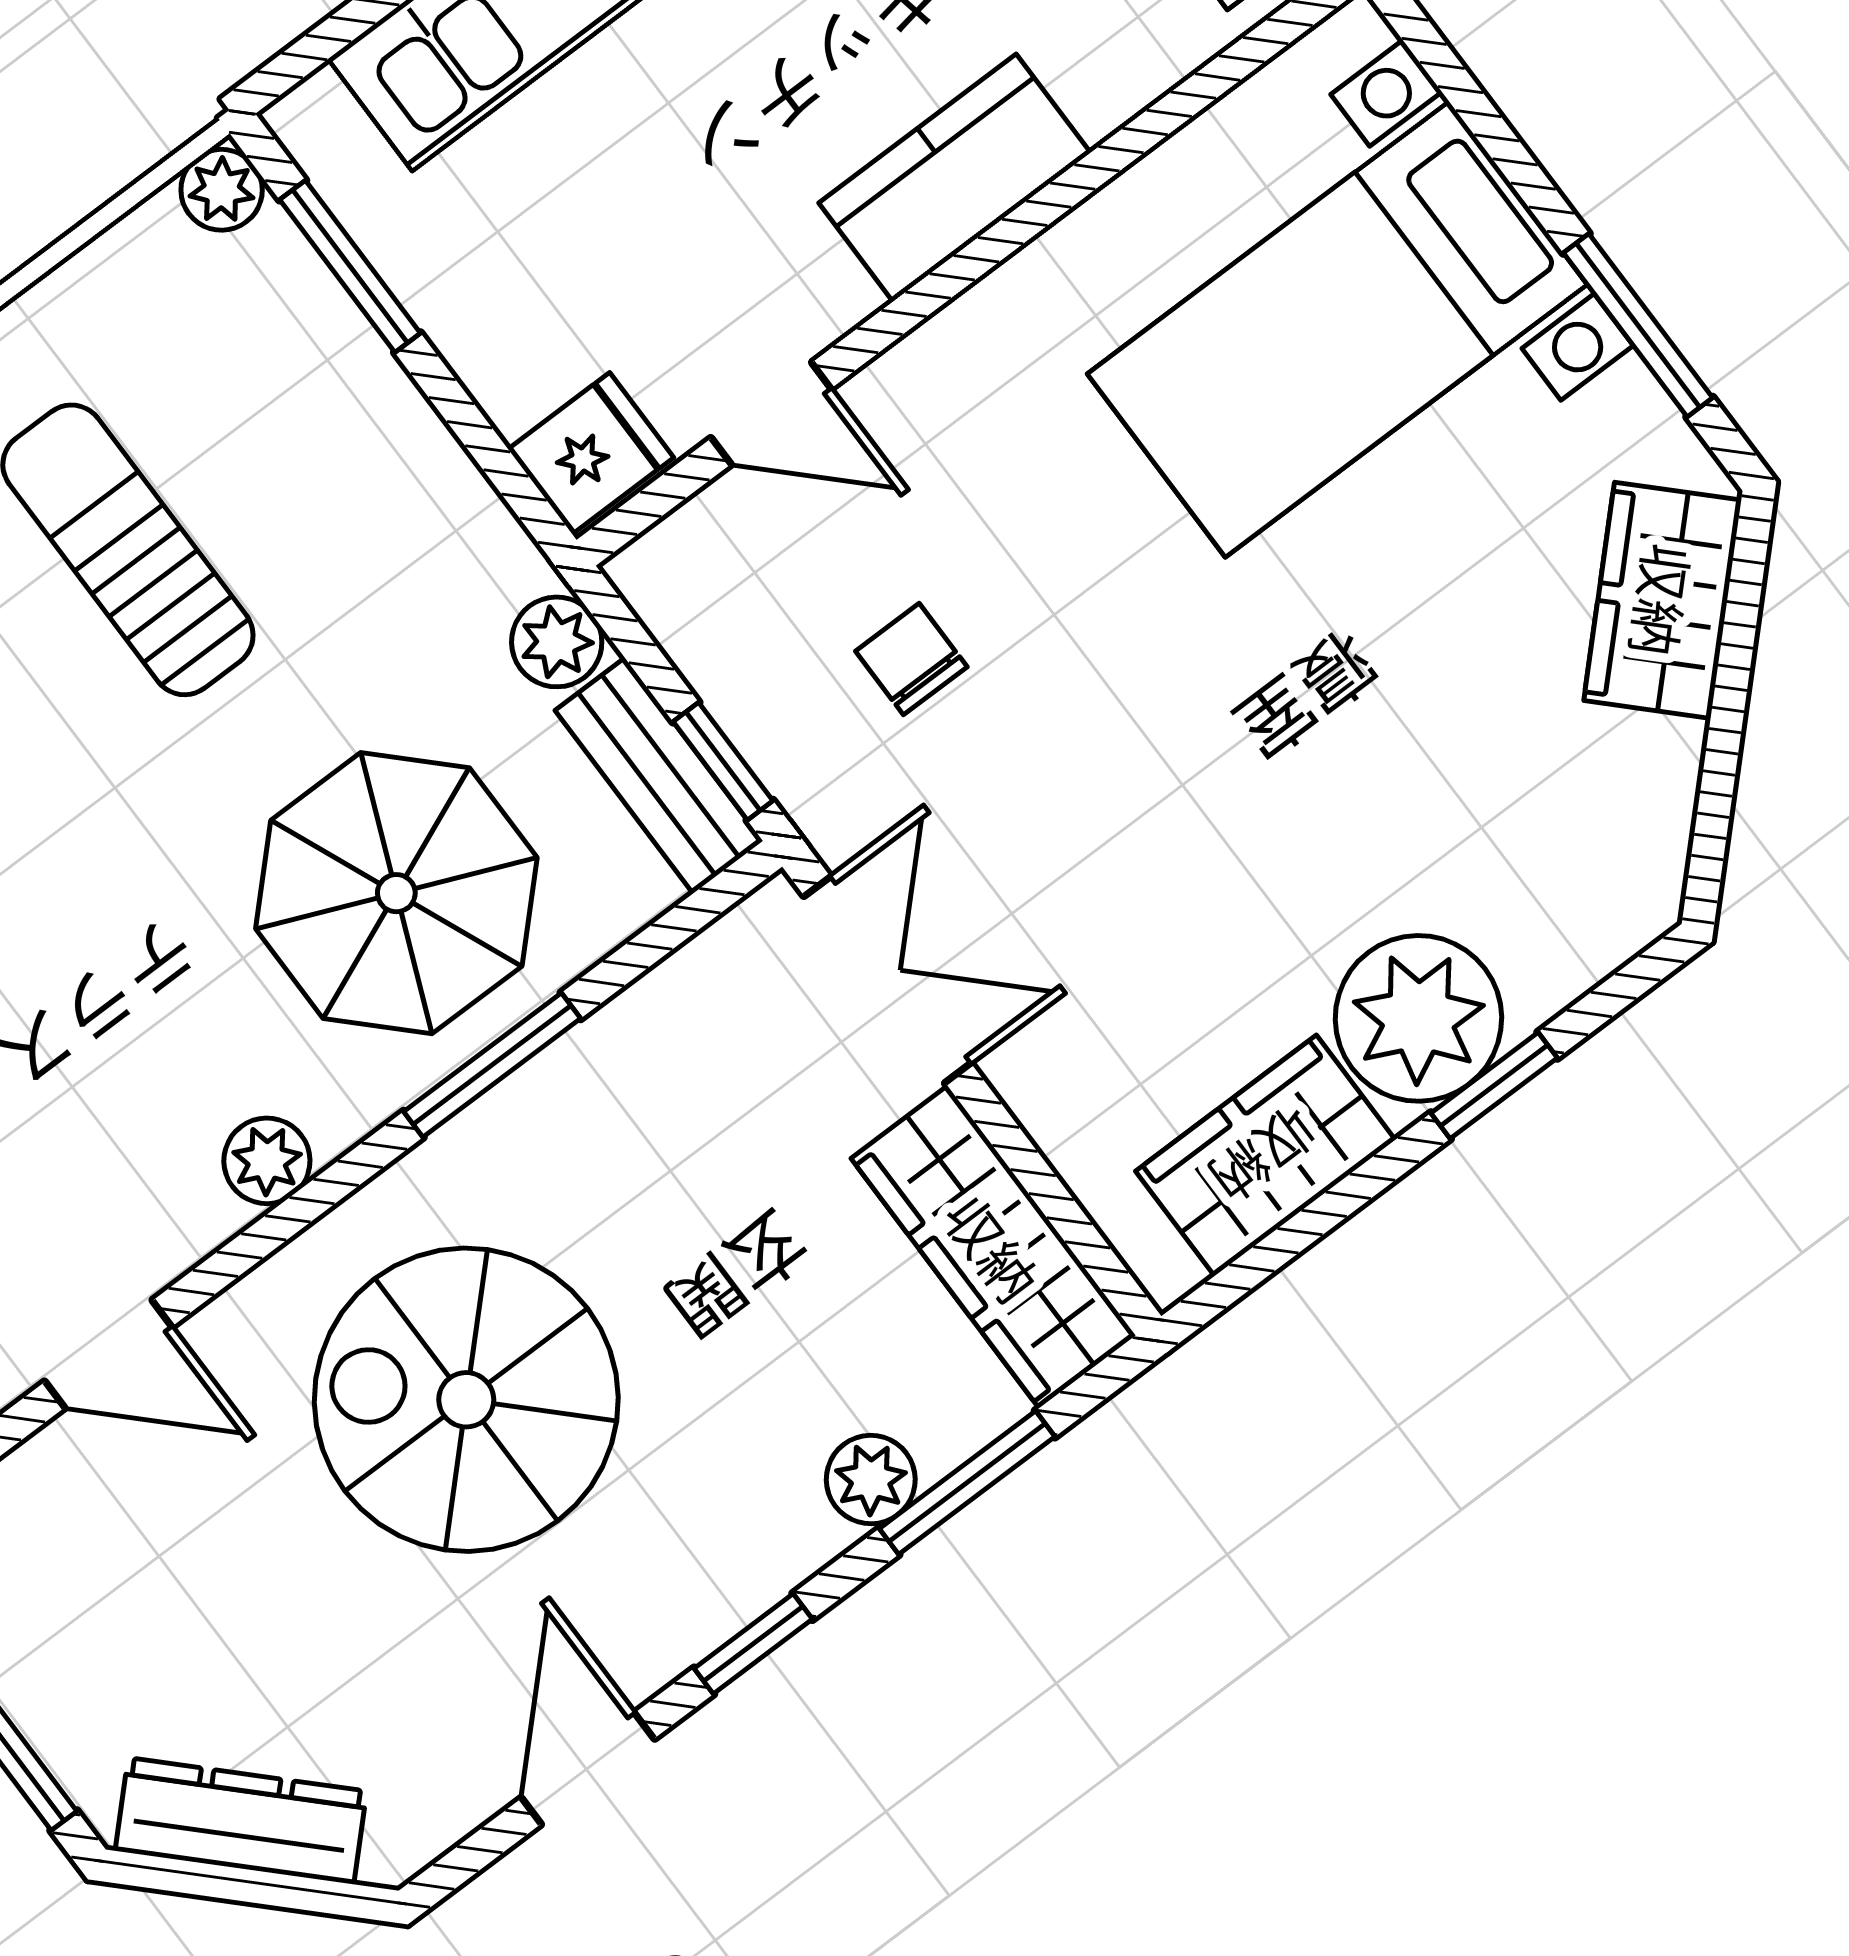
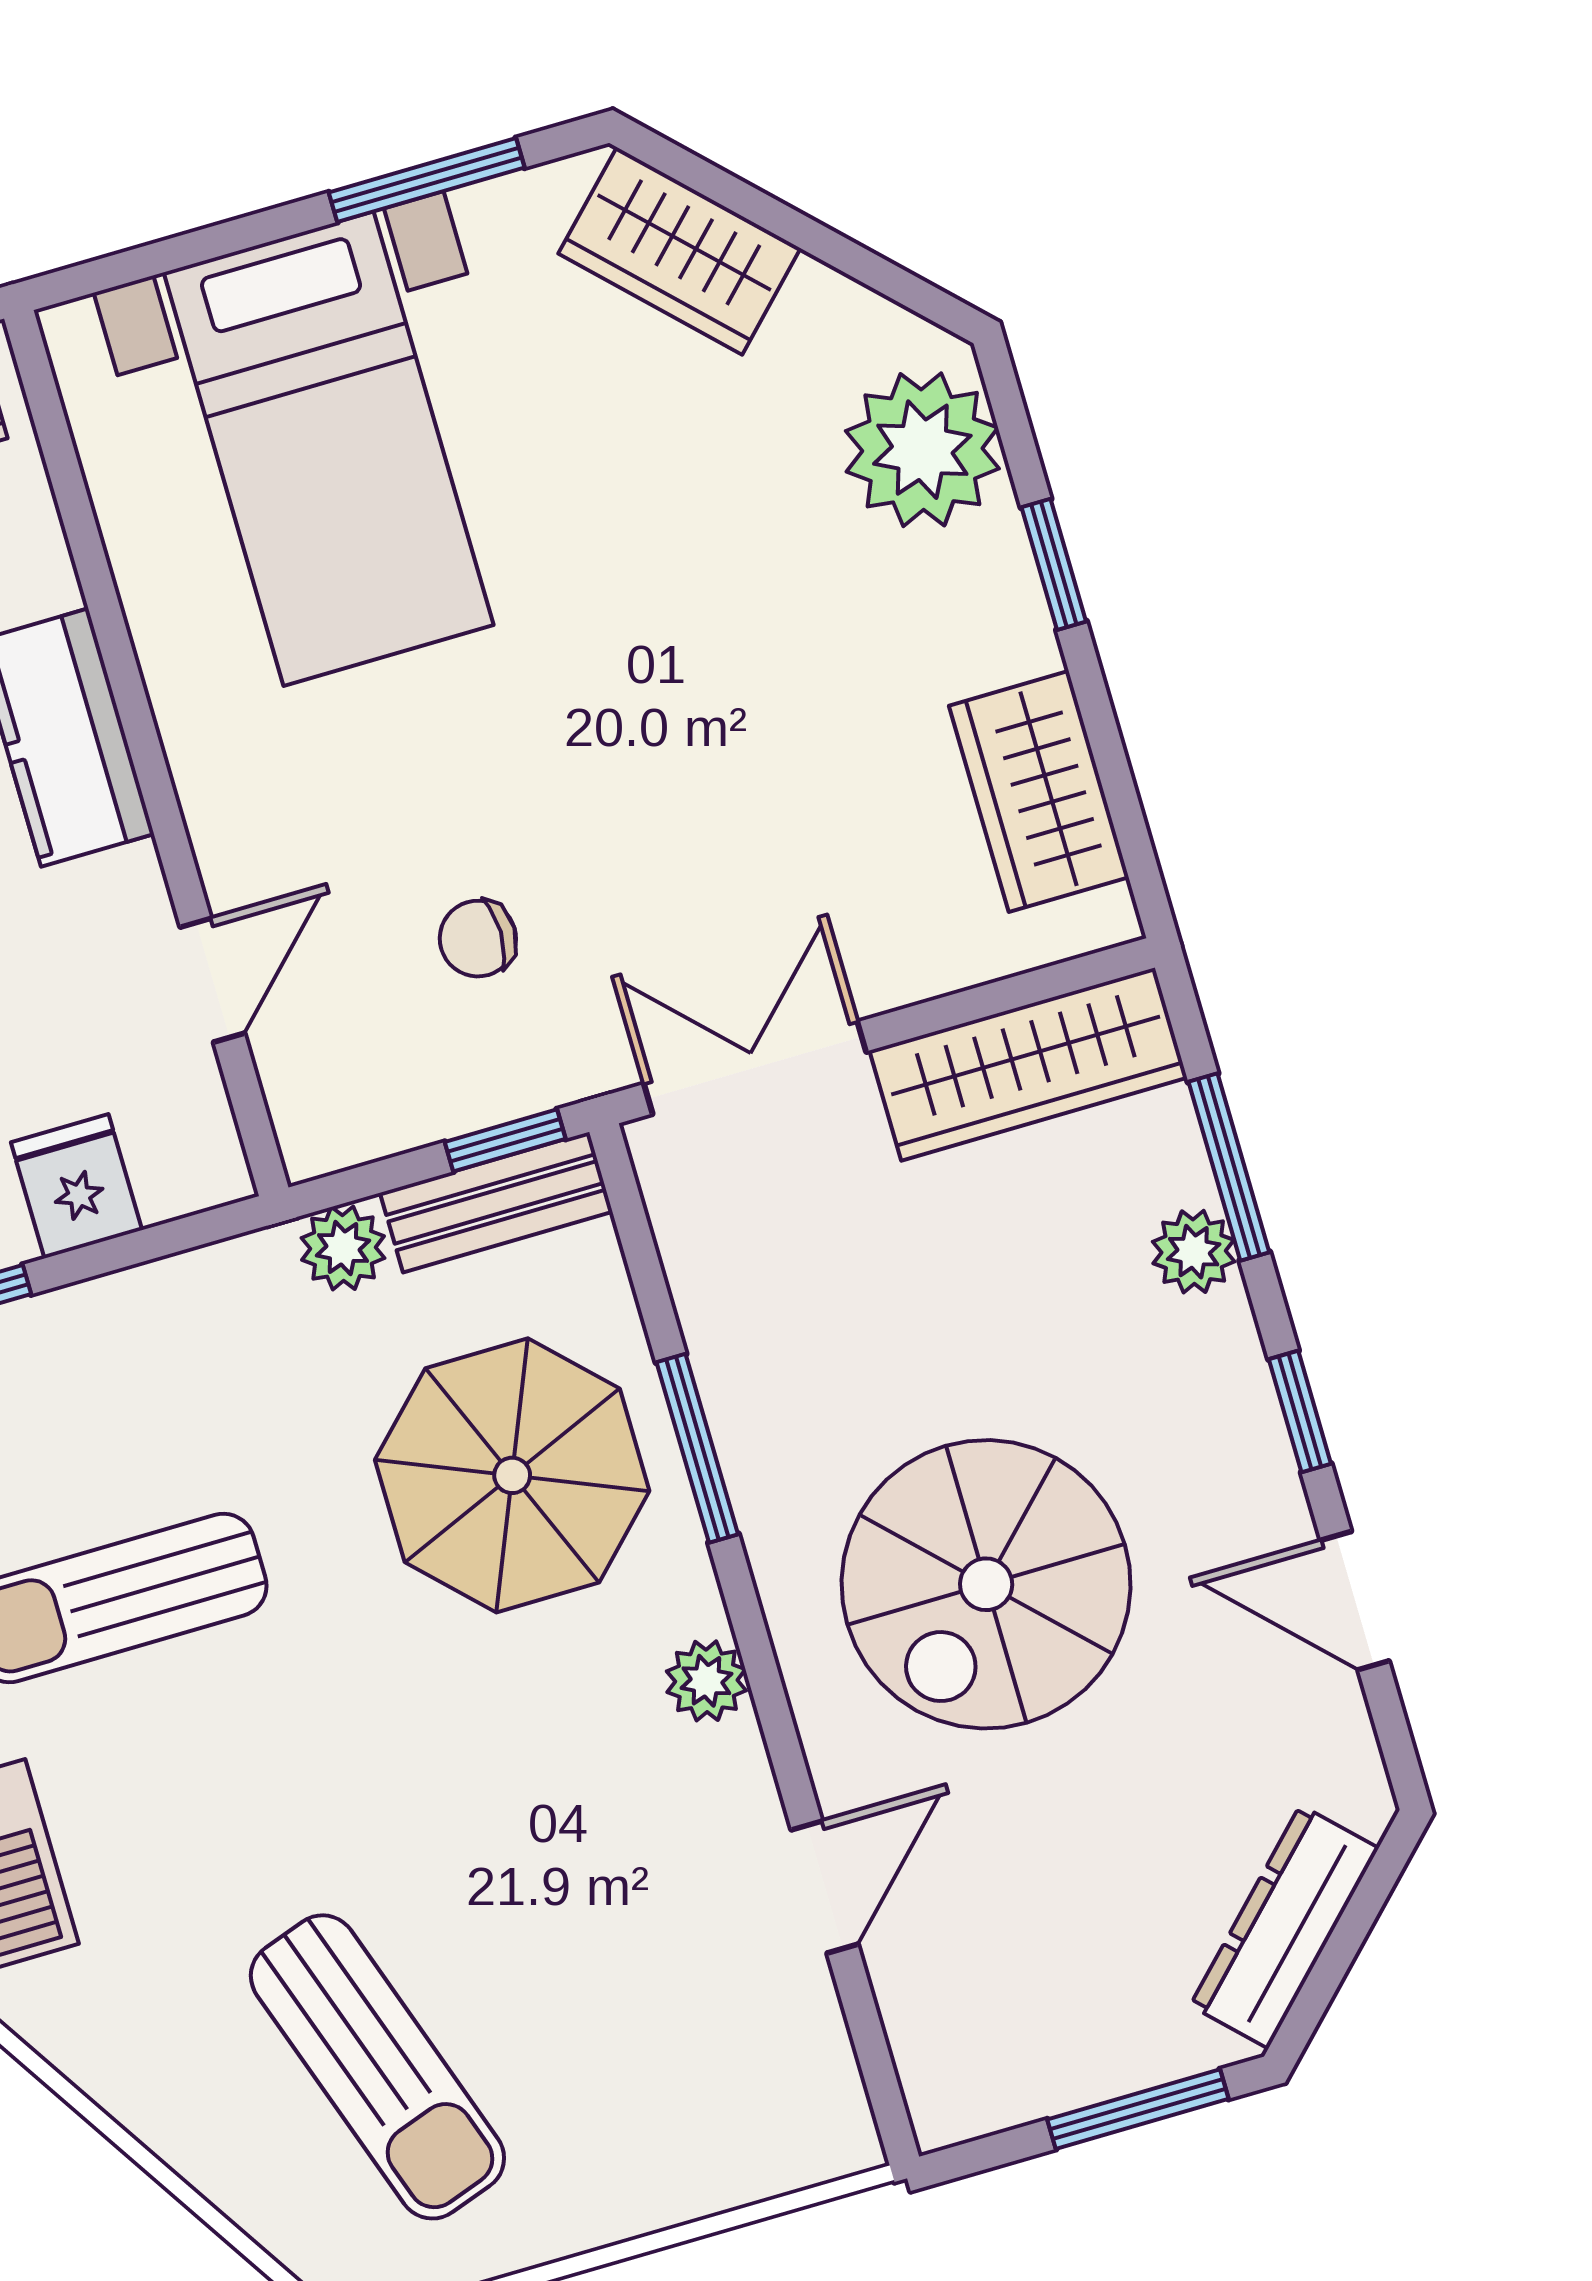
fridge: (591, 453) -> (76, 1186), moved
plant: (1418, 1018) -> (922, 450), moved

